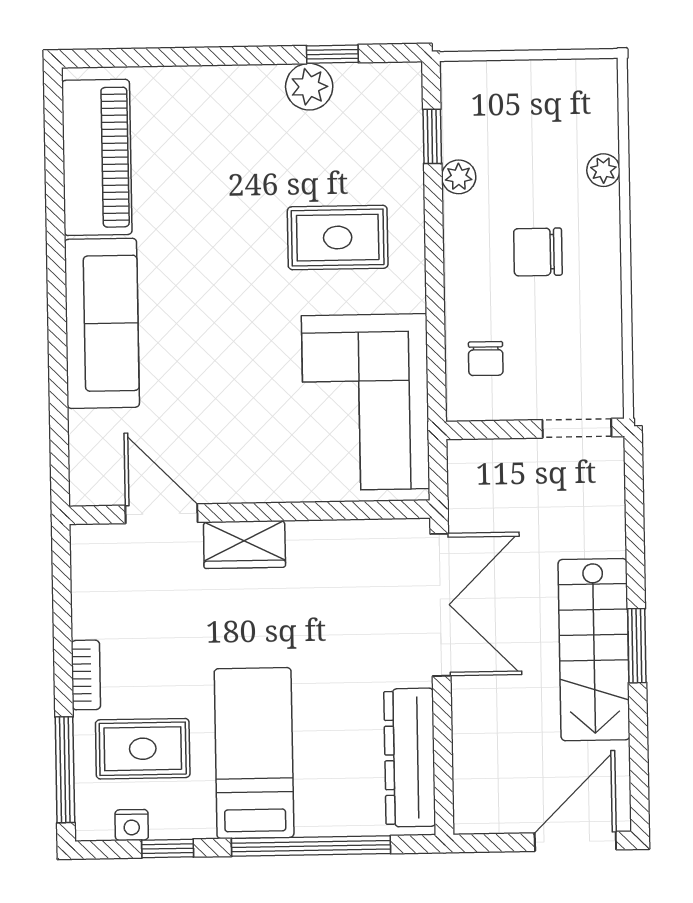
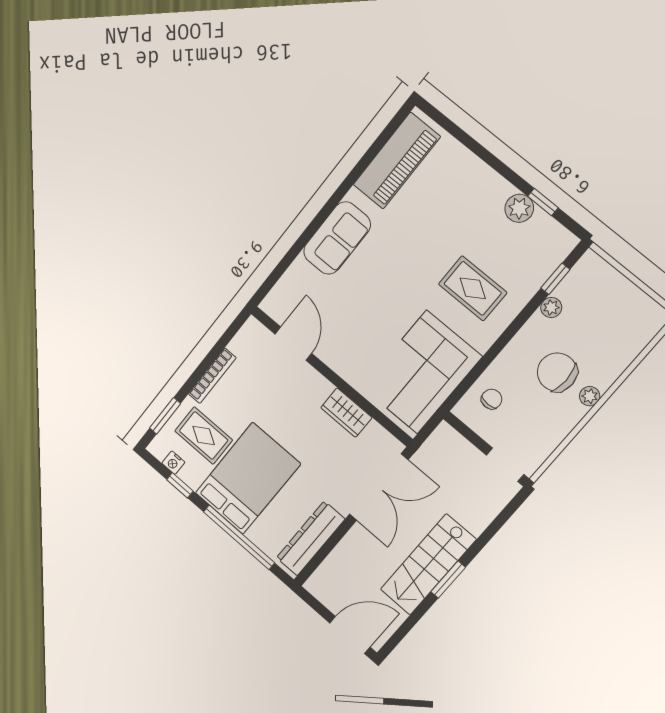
plant: (603, 170) -> (590, 396), moved
chair: (538, 252) -> (557, 372), width x1.37, depth x1.37
sofa: (102, 323) -> (337, 238), width x0.73
chair: (486, 359) -> (492, 399), turned 180
wardrobe: (244, 545) -> (346, 413), moved
bookcase: (86, 675) -> (212, 376), width x1.56
bed: (254, 753) -> (248, 478), width x1.50
window: (65, 770) -> (165, 416), width x0.69

